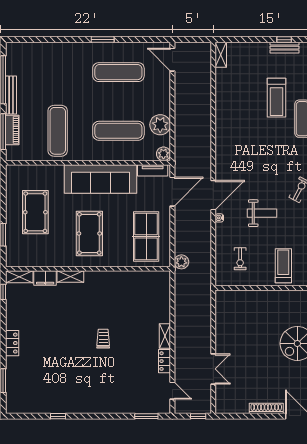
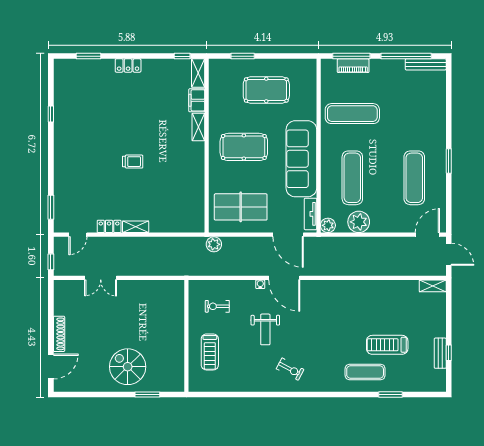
door: (191, 40) -> (449, 254), added
bench: (11, 95) -> (426, 64), moved
treadmill: (283, 266) -> (210, 352), turned 90

